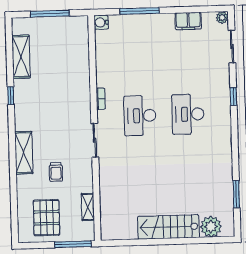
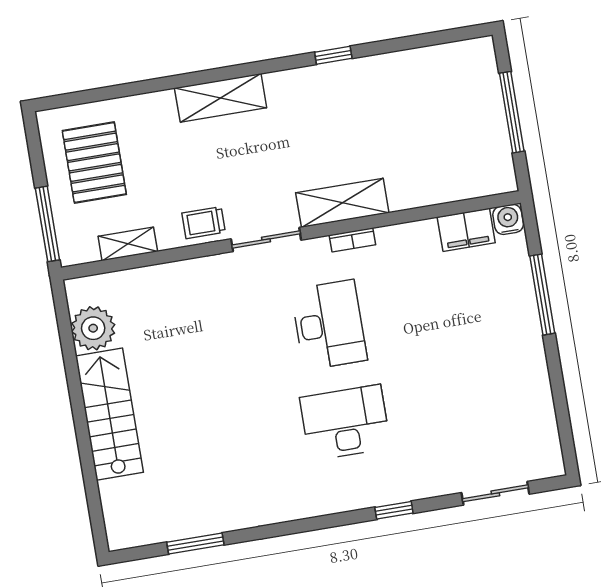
plant: (222, 17) -> (552, 465), removed
filing cabinet: (188, 21) -> (466, 230), moved, turned -90
shelving: (21, 57) -> (342, 203), moved
desk: (140, 116) -> (329, 325), turned 90
trolley: (56, 172) -> (204, 223), moved
pallet: (46, 218) -> (94, 162), turned 90
plant: (211, 227) -> (93, 328), moved

